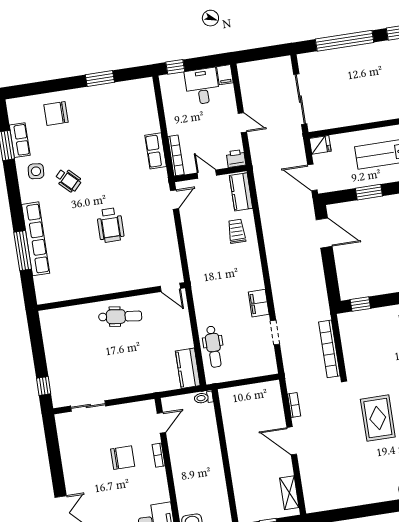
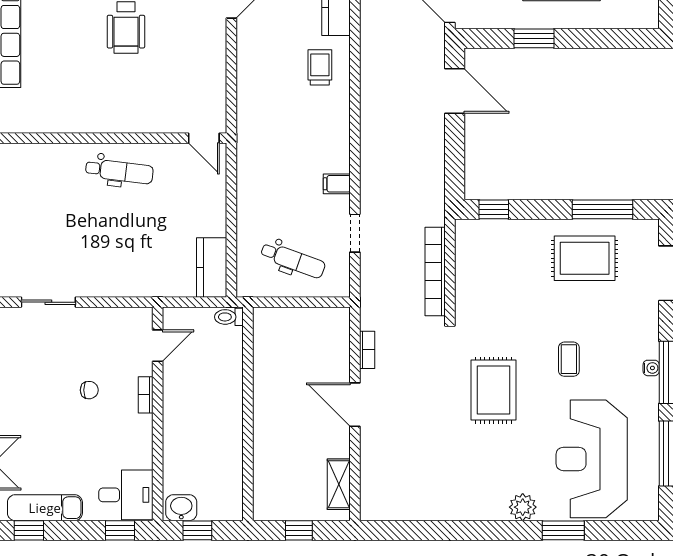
filing cabinet: (259, 303) -> (337, 184), width x0.50
dental chair: (213, 347) -> (293, 260), moved, turned -70
chair: (123, 458) -> (89, 390), width x0.54, depth x0.54

